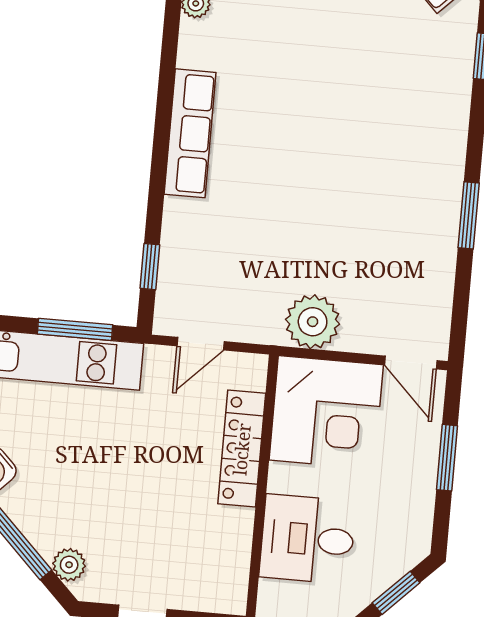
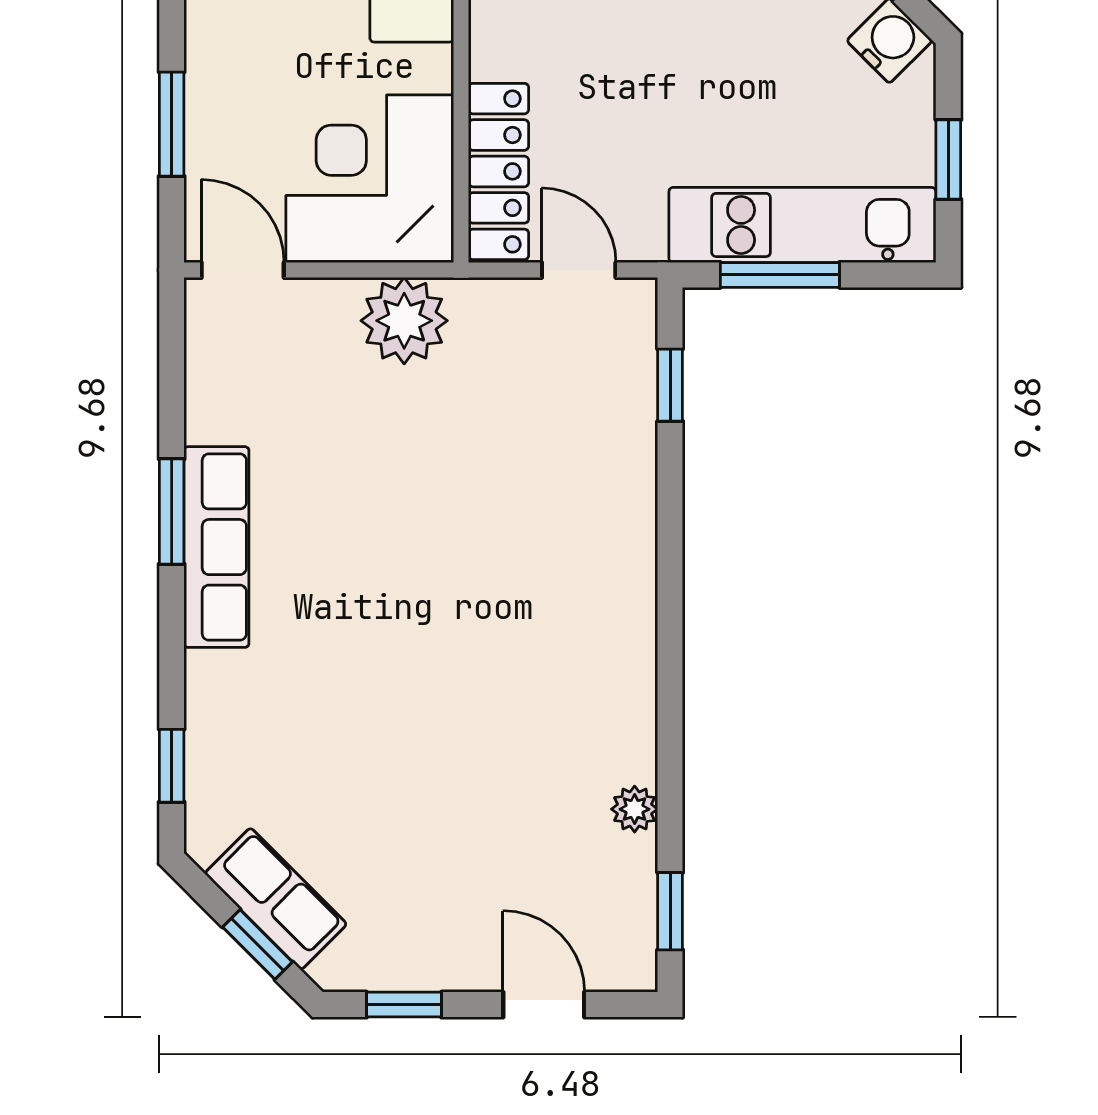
row of seats: (190, 133) -> (216, 547), moved, turned 180
door: (201, 344) -> (579, 270), hinge flipped
locker: (242, 449) -> (499, 171), moved

